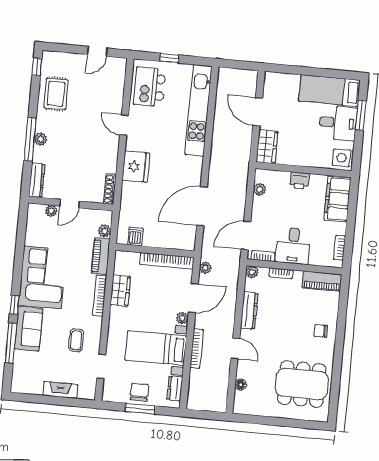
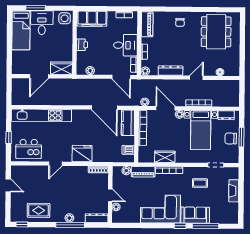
kitchen counter: (176, 240) -> (128, 123), added

